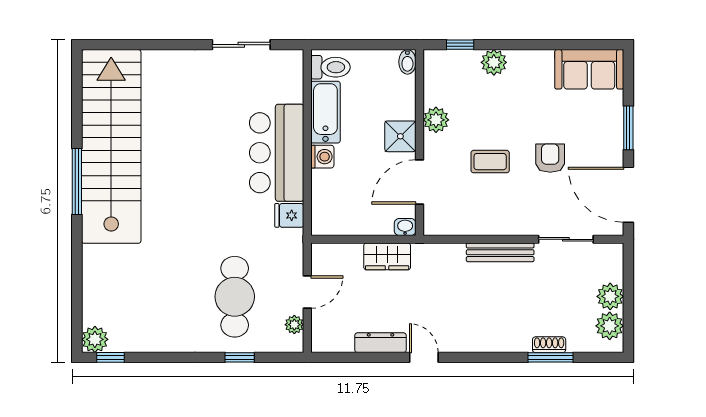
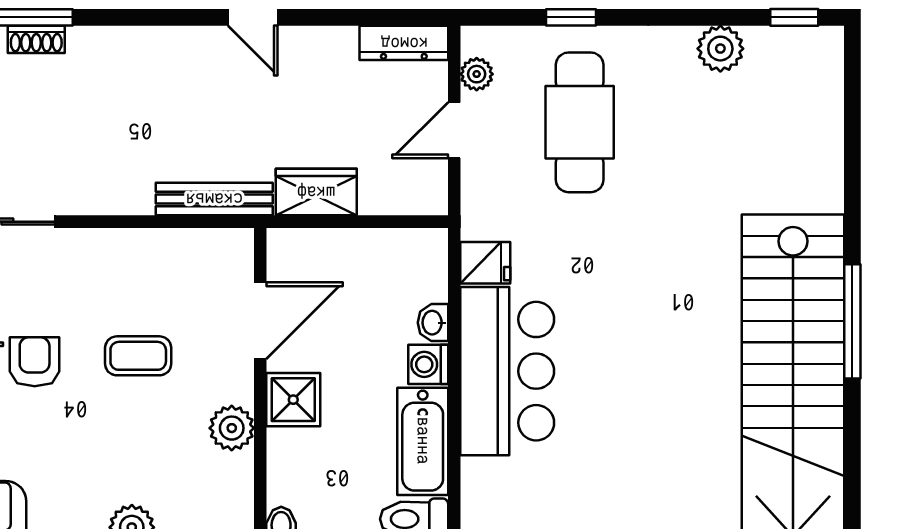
armchair: (550, 158) -> (35, 362), turned 180
washbasin: (405, 227) -> (433, 323), moved, turned 90
bench: (500, 252) -> (214, 199), moved
plant: (95, 339) -> (720, 49), moved
dresser: (381, 343) -> (404, 43), moved

